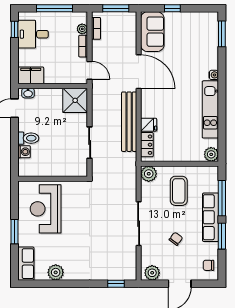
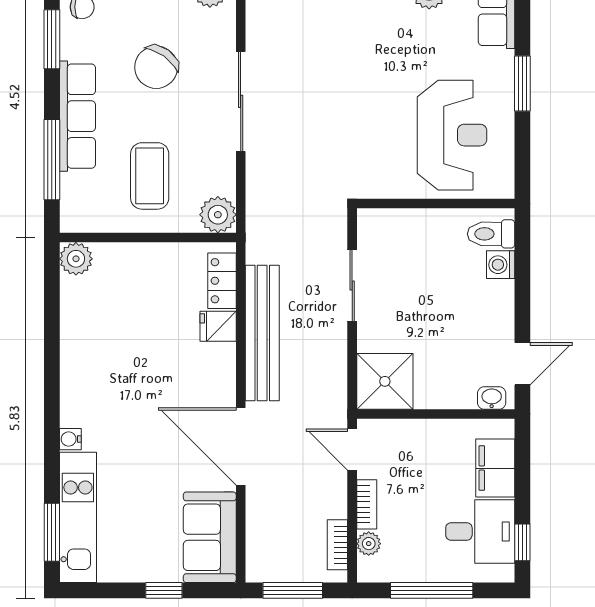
filing cabinet: (31, 75) -> (495, 468), moved, turned 90
kitchen unit: (210, 109) -> (78, 517), moved
toilet: (28, 138) -> (491, 234), moved
window: (222, 236) -> (52, 39), moved
chair: (176, 239) -> (156, 67), width x1.87, depth x1.87

